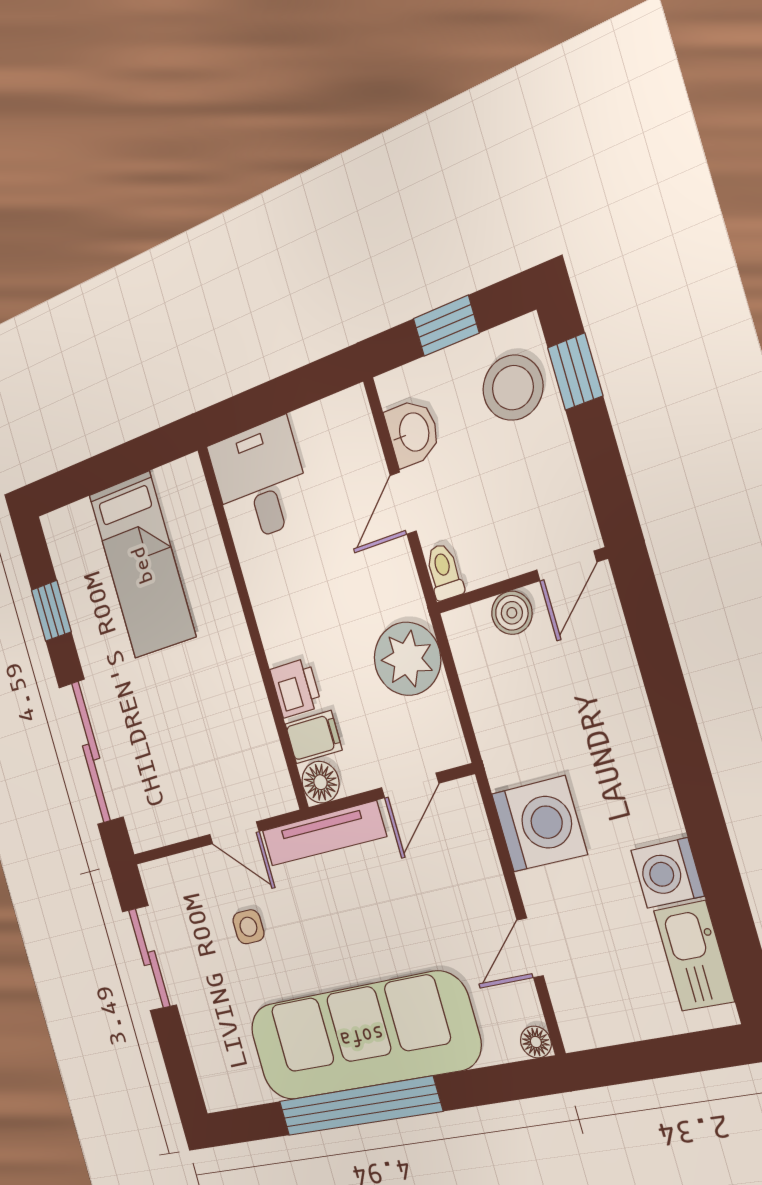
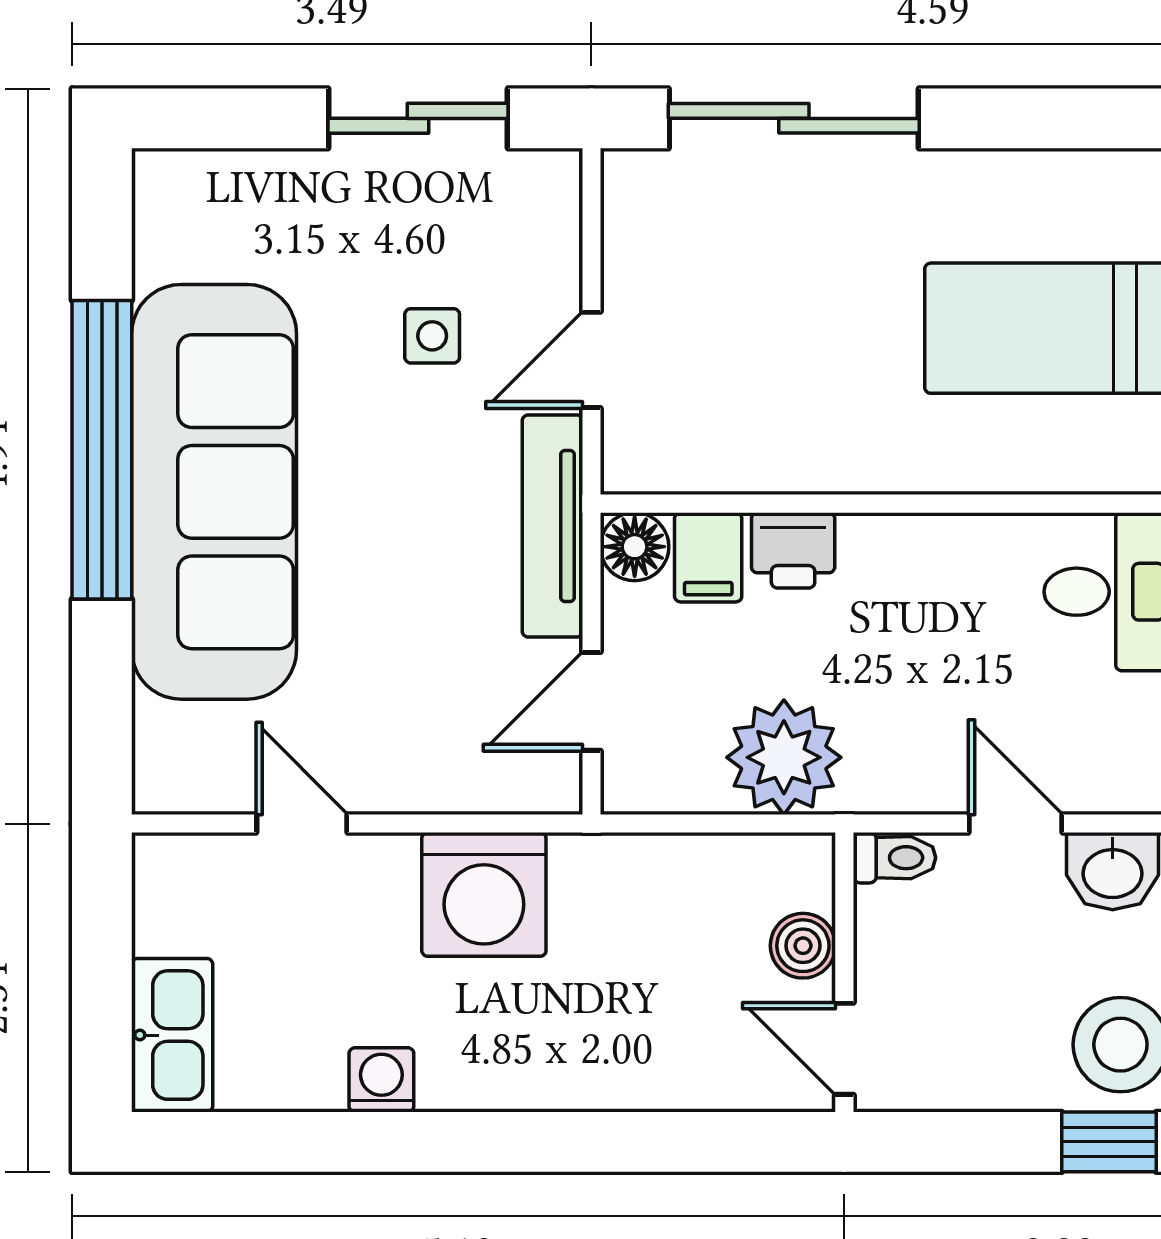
window: (51, 611) -> (1052, 118), removed
door: (410, 786) -> (591, 701), hinge flipped
washing machine: (667, 873) -> (381, 1080), width x0.73, depth x0.73
kitchen sink: (694, 956) -> (172, 1035), moved, turned 90
floor lamp: (536, 1042) -> (157, 789), removed

